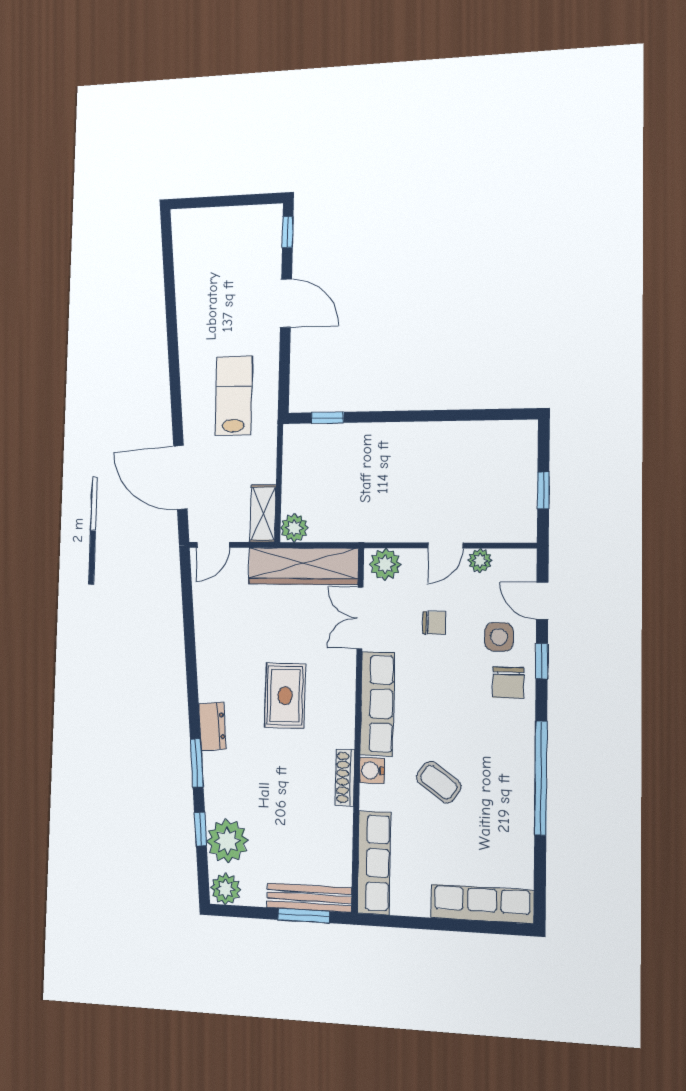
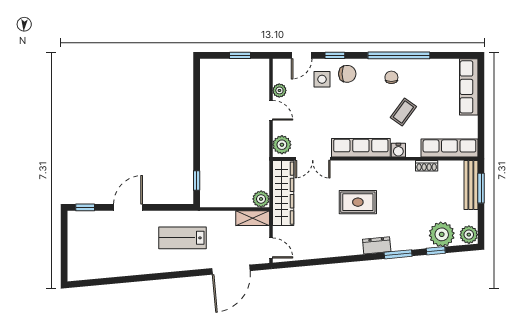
chair: (434, 623) -> (391, 77), moved
shoe rack: (345, 778) -> (427, 166), moved, width x0.70

